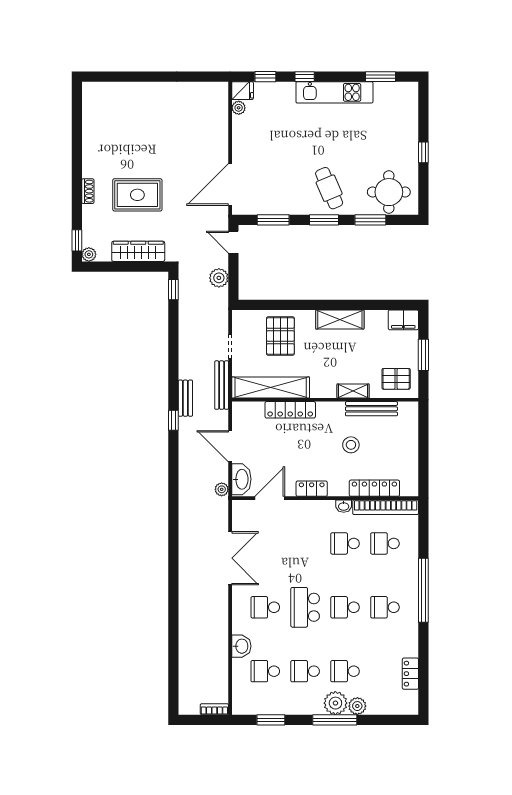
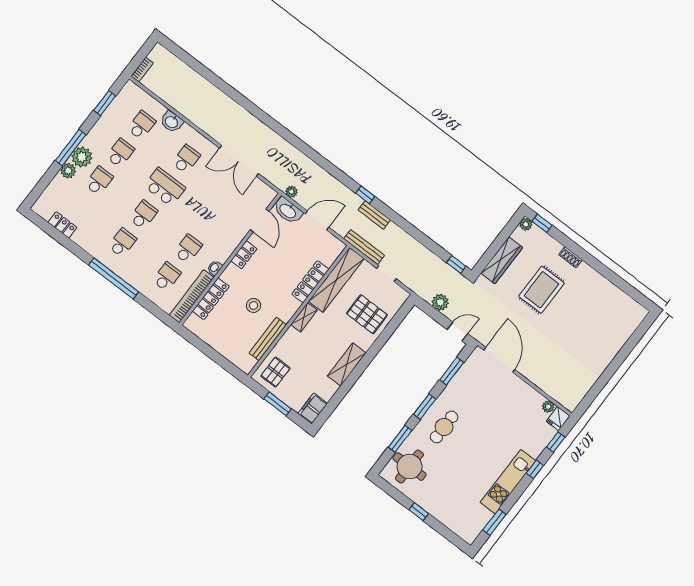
cafe table: (329, 188) -> (444, 427), turned -67
shelving: (353, 391) -> (304, 317), moved

